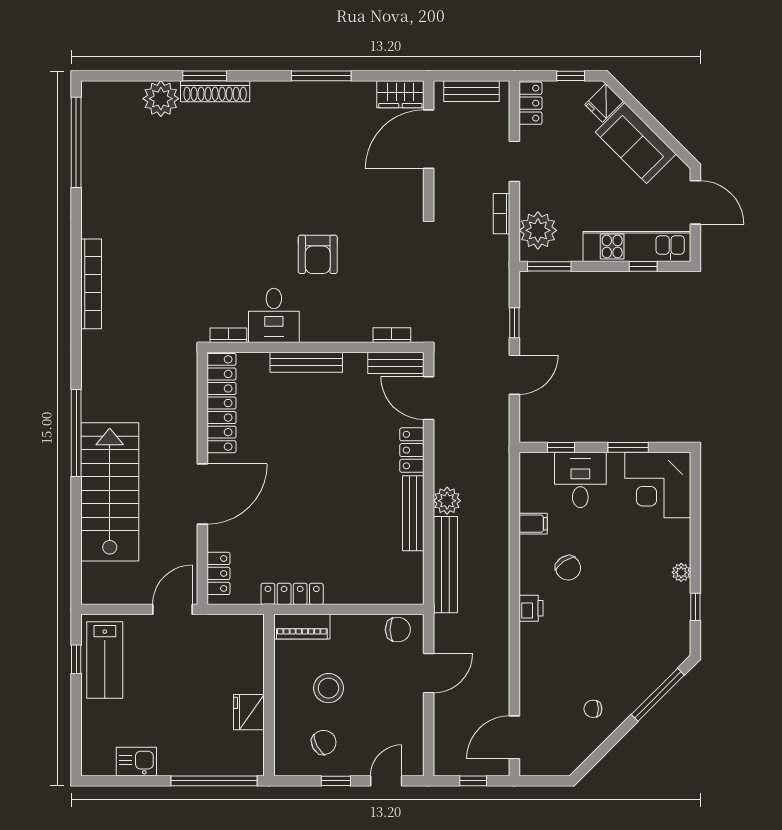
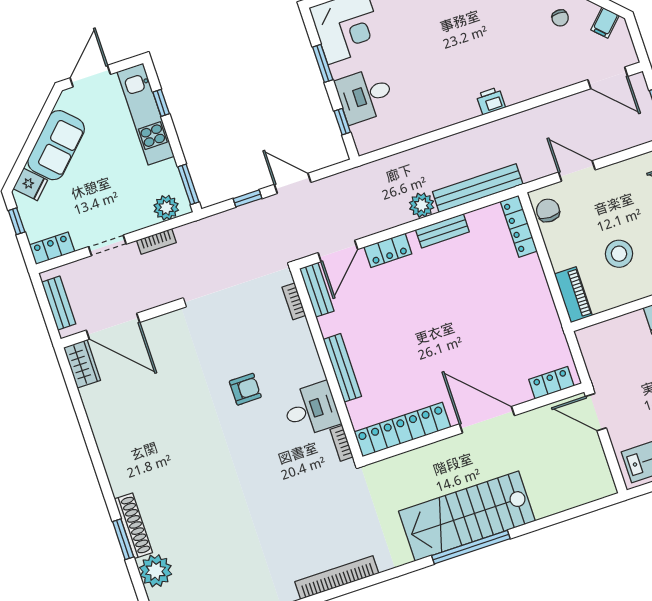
window: (321, 76) -> (89, 438), removed
plant: (538, 230) -> (166, 208), width x0.73, depth x0.73
armchair: (318, 254) -> (245, 389), width x0.72, depth x0.72
stairs: (110, 492) -> (467, 516), moved
bench: (413, 513) -> (442, 231), width x0.73
filing cabinet: (533, 524) -> (605, 23), moved, turned -135
chair: (568, 568) -> (445, 80), removed
locker: (292, 594) -> (519, 226), moved

